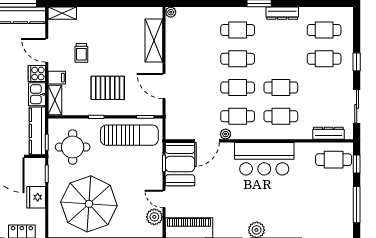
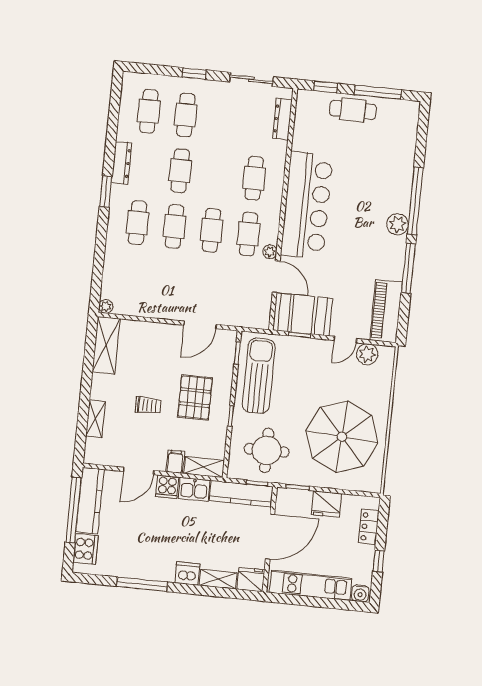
shelving: (62, 13) -> (96, 419), moved
shelving: (154, 40) -> (106, 345), moved, turned 90
trolley: (81, 53) -> (148, 405), moved
cafe table: (281, 87) -> (180, 171), moved
bar counter: (264, 159) -> (307, 205), width x1.36
cafe table: (334, 160) -> (353, 110), moved, turned 90

